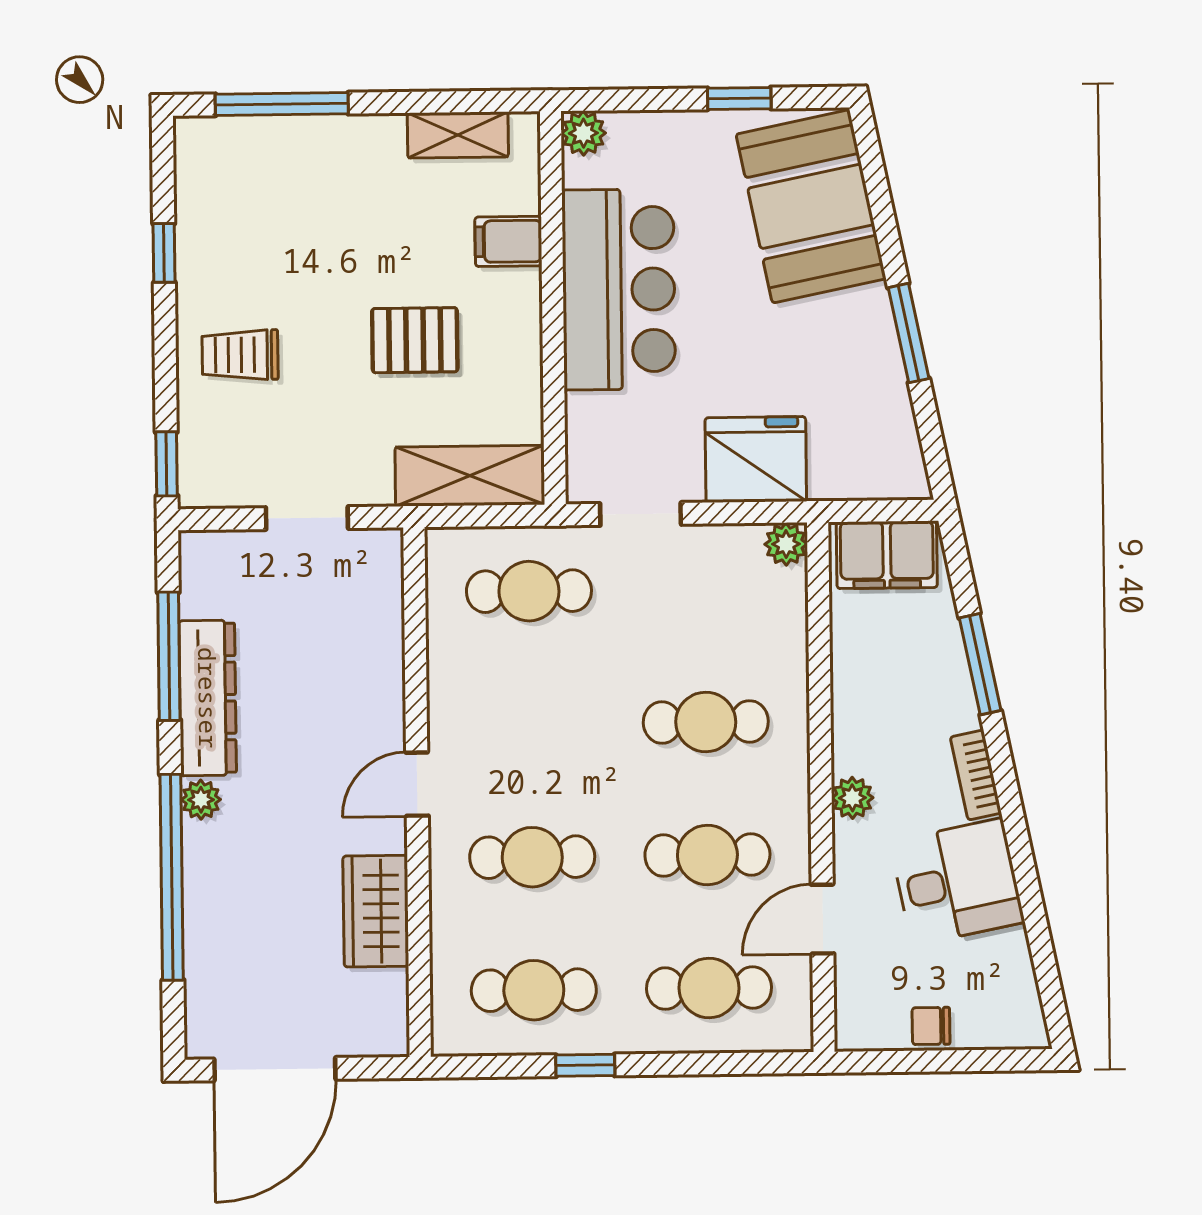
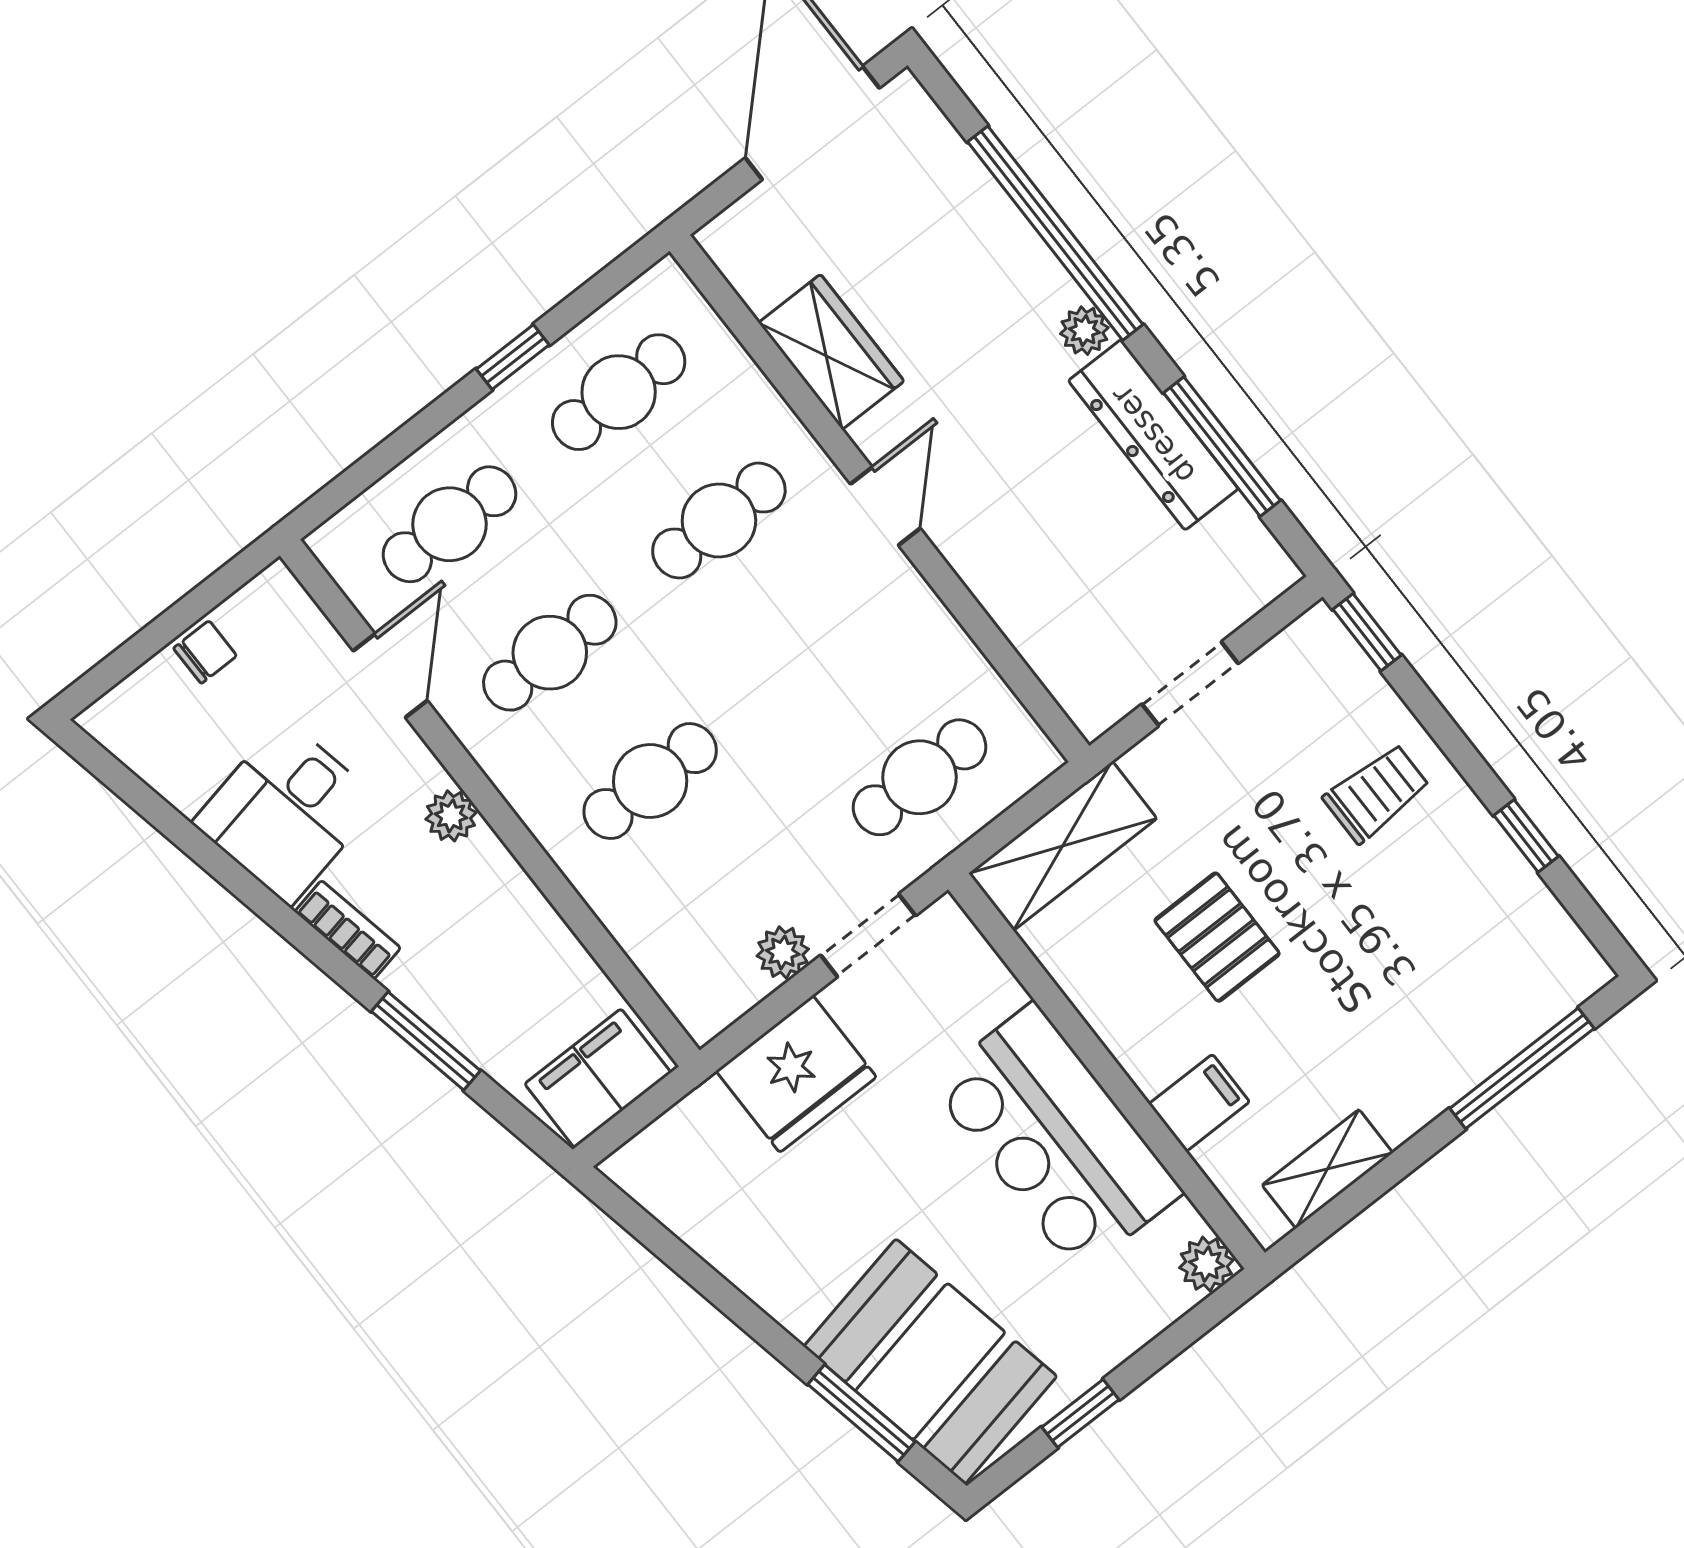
window: (909, 333) -> (861, 1413), moved
pallet: (415, 340) -> (1217, 937), turned 90
plant: (786, 544) -> (783, 952), moved

